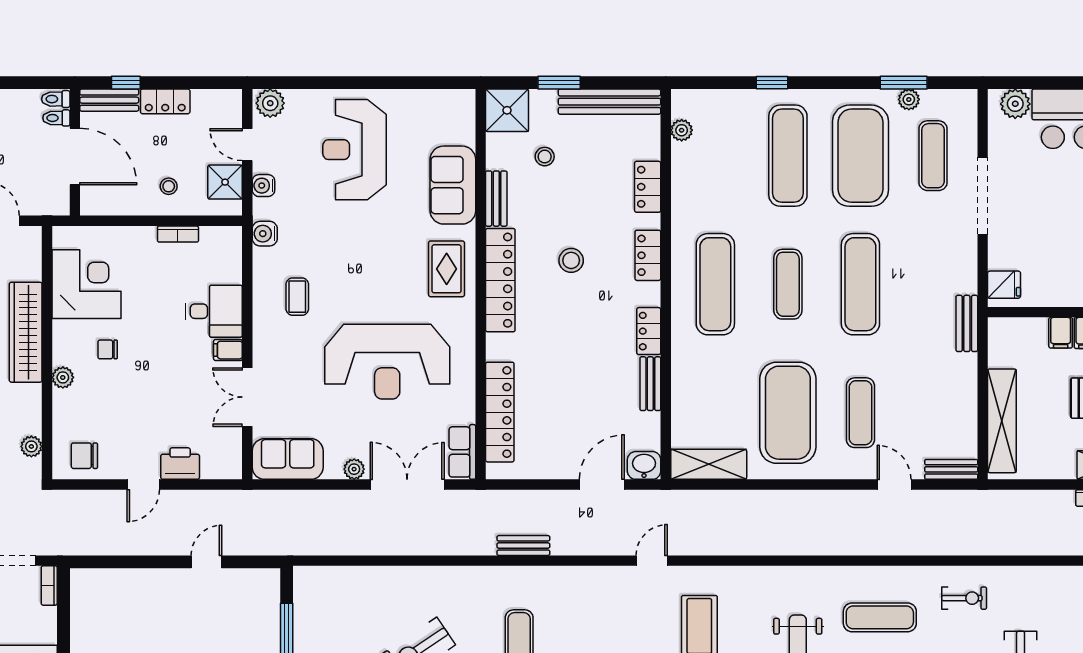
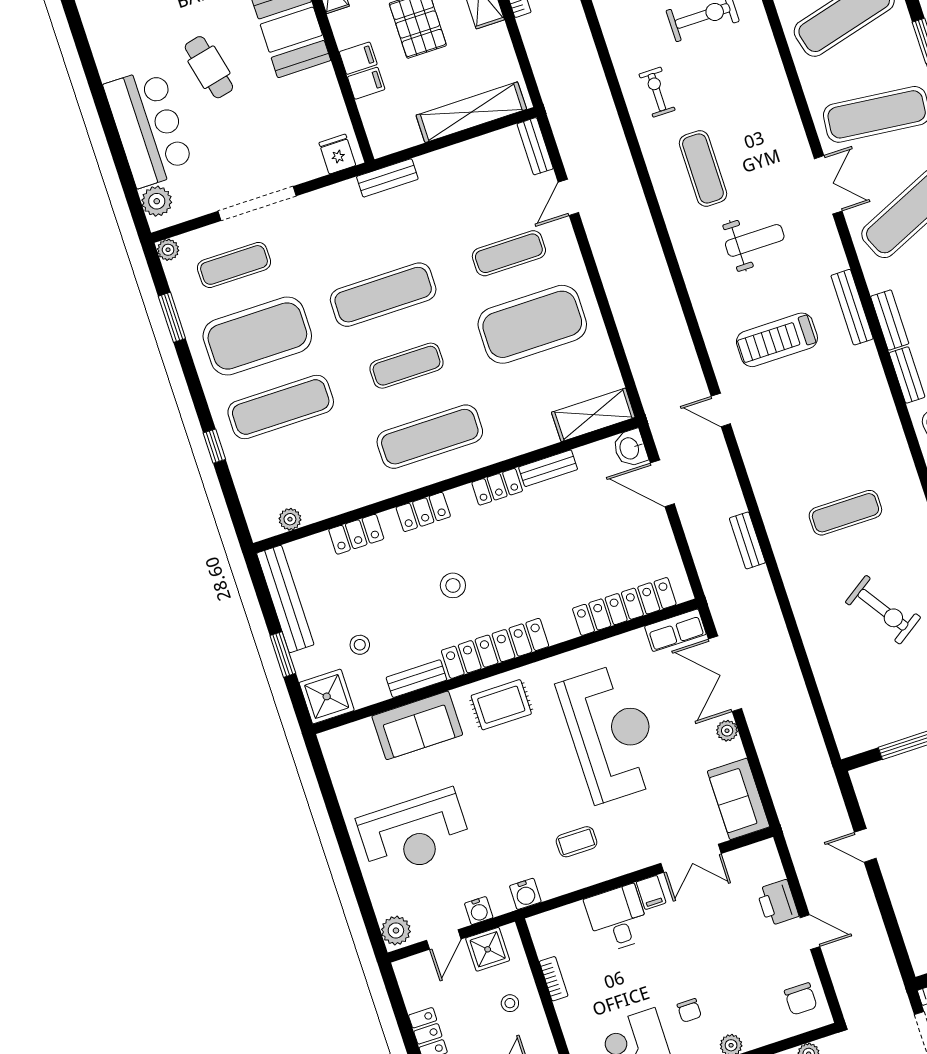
plant: (909, 99) -> (168, 250), moved
shelving: (709, 464) -> (593, 415), moved, turned 90

